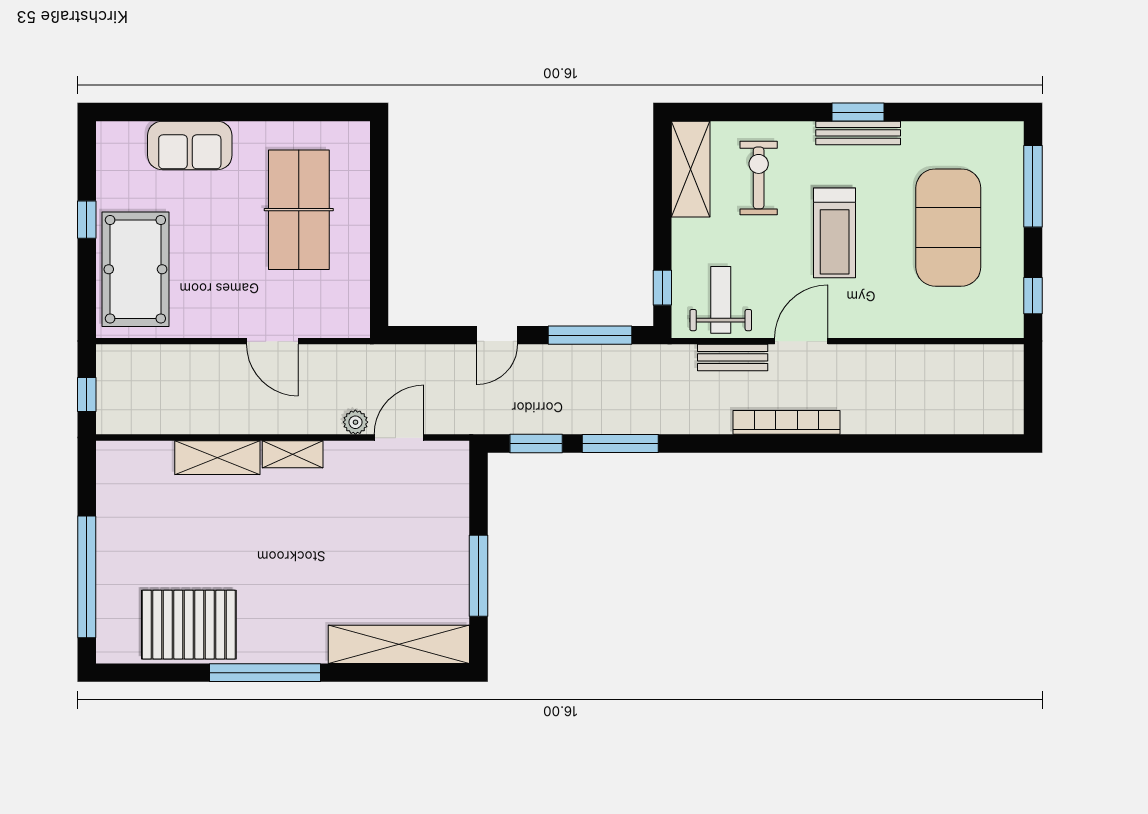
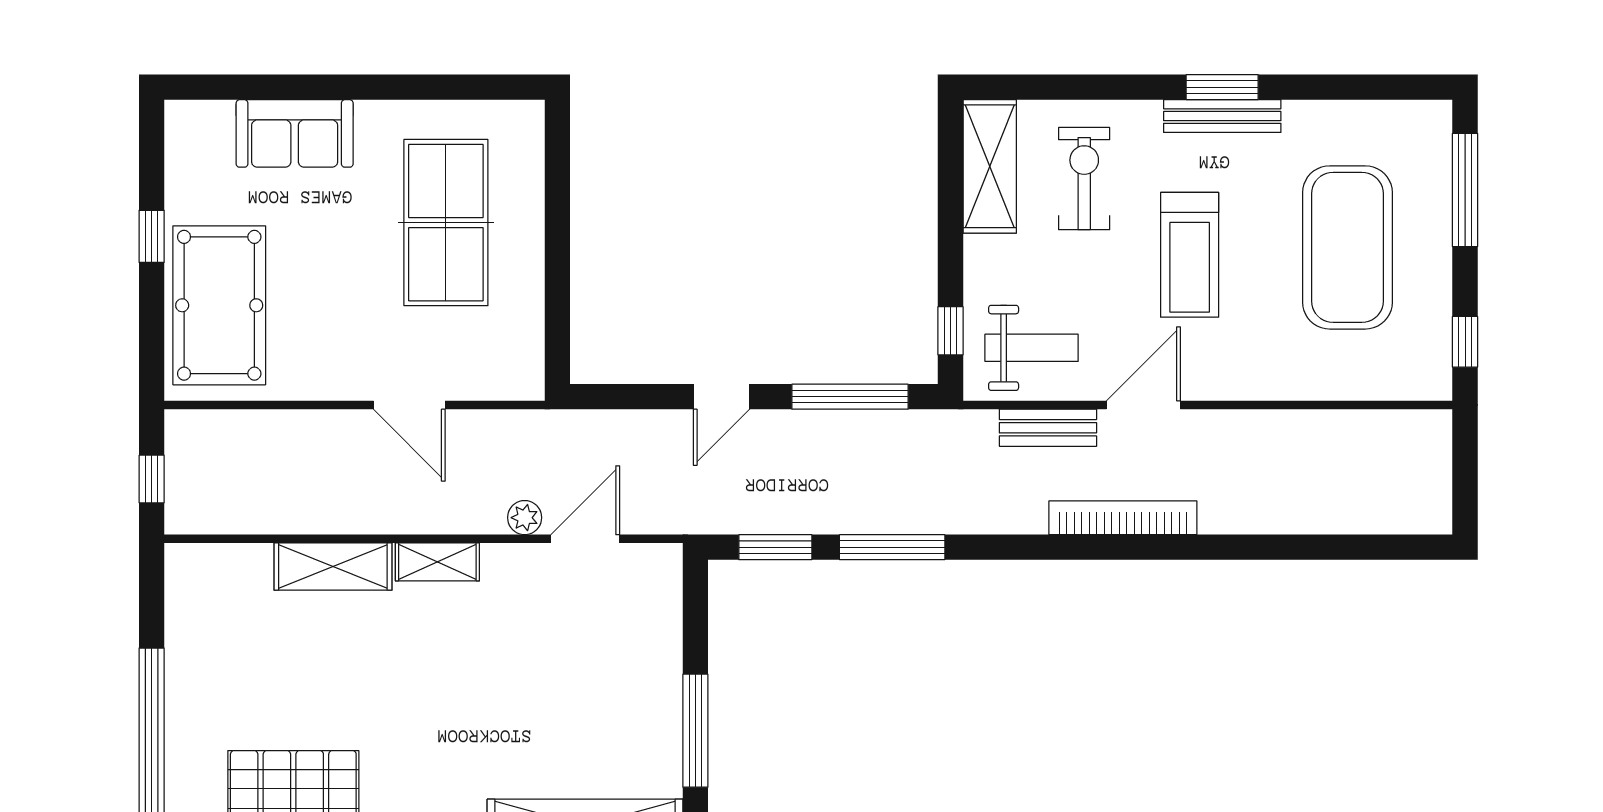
weight bench: (721, 300) -> (1032, 348), turned 90

